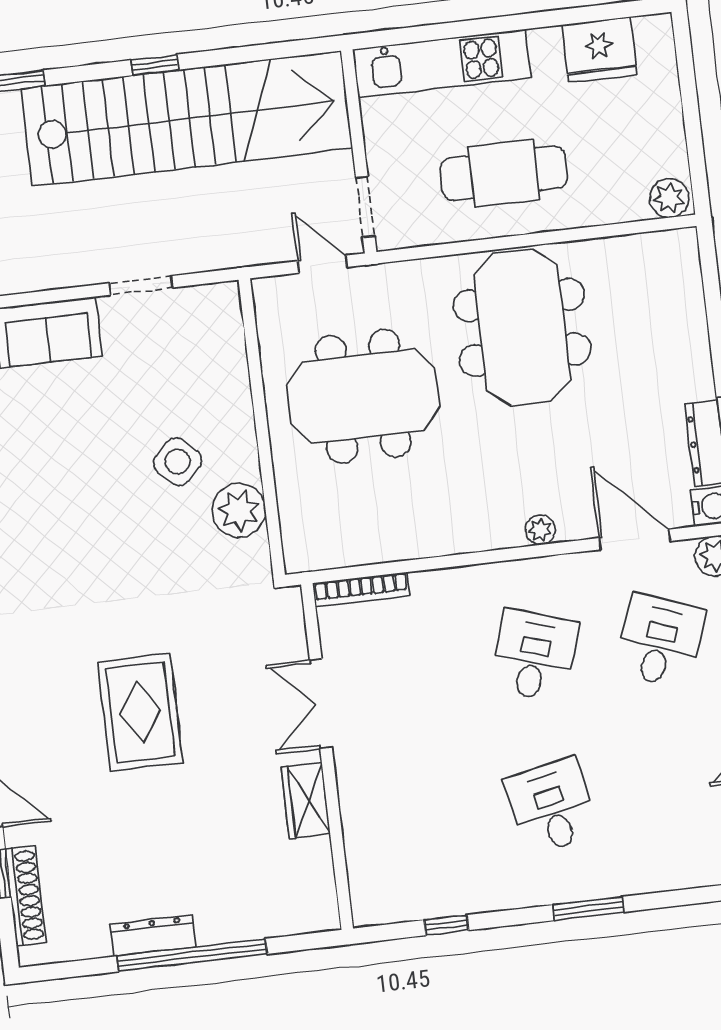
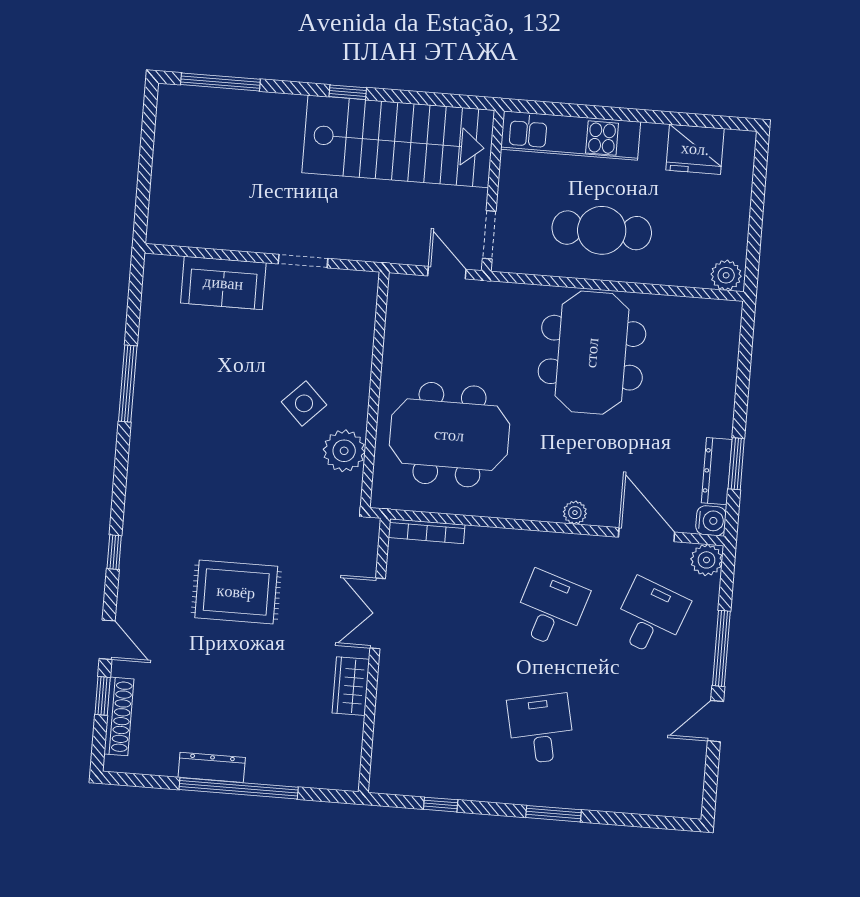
stairs: (187, 118) -> (398, 141), width x0.73
meeting table: (363, 396) -> (449, 435), moved
rug: (140, 712) -> (236, 592), turned 90

